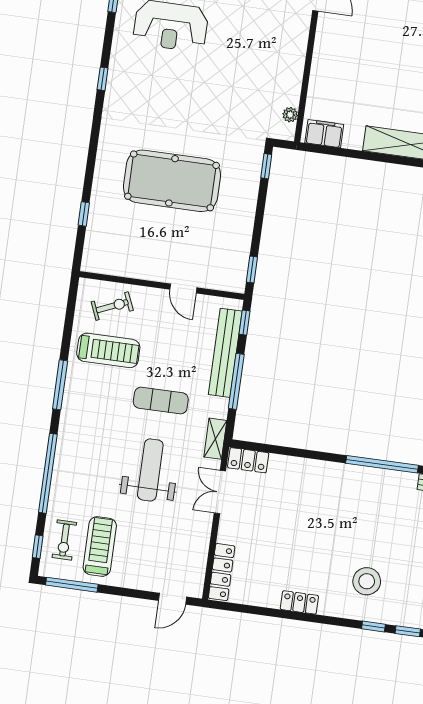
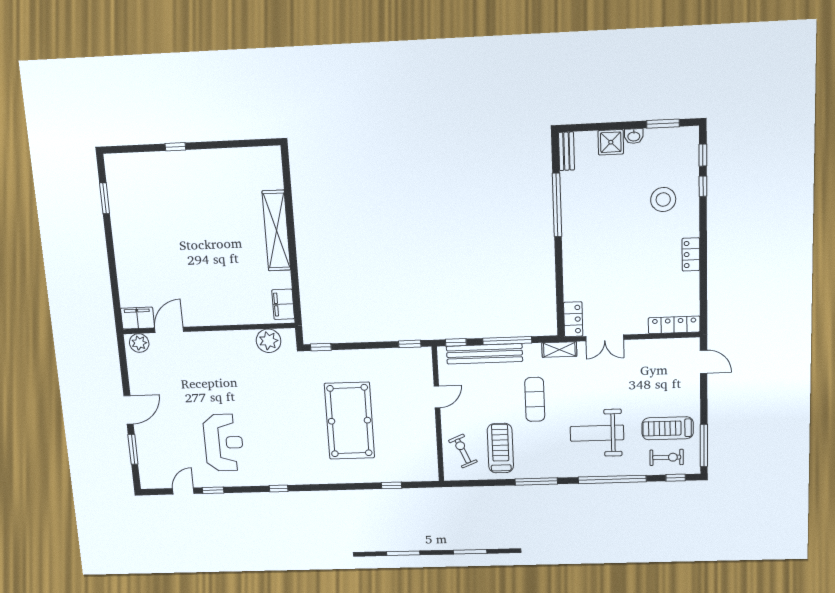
plant: (290, 115) -> (269, 341), width x1.87, depth x1.87
weight bench: (150, 470) -> (597, 433), moved

